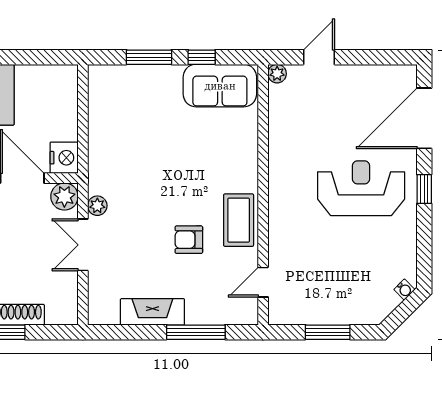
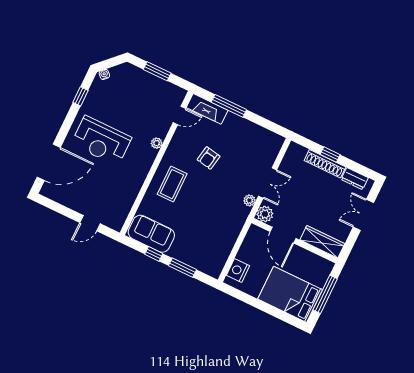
plant: (277, 74) -> (157, 143), moved
nightstand: (64, 158) -> (238, 270), moved
window: (424, 189) -> (80, 96), moved
coffee table: (239, 220) -> (172, 184), moved
armchair: (189, 240) -> (209, 158), turned 100
fireplace: (152, 312) -> (207, 109), moved

